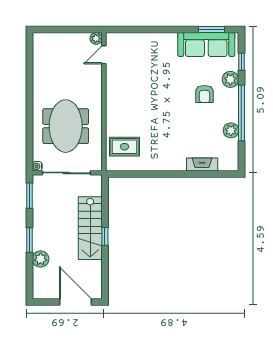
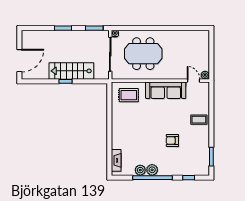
sofa: (206, 45) -> (166, 90), moved, turned -90
coffee table: (159, 47) -> (199, 120), added
plant: (230, 79) -> (152, 170), moved
armchair: (205, 94) -> (172, 141), moved
rug: (124, 147) -> (129, 95), turned 90
fireplace: (202, 165) -> (116, 160), moved
plant: (41, 259) -> (50, 36), removed

